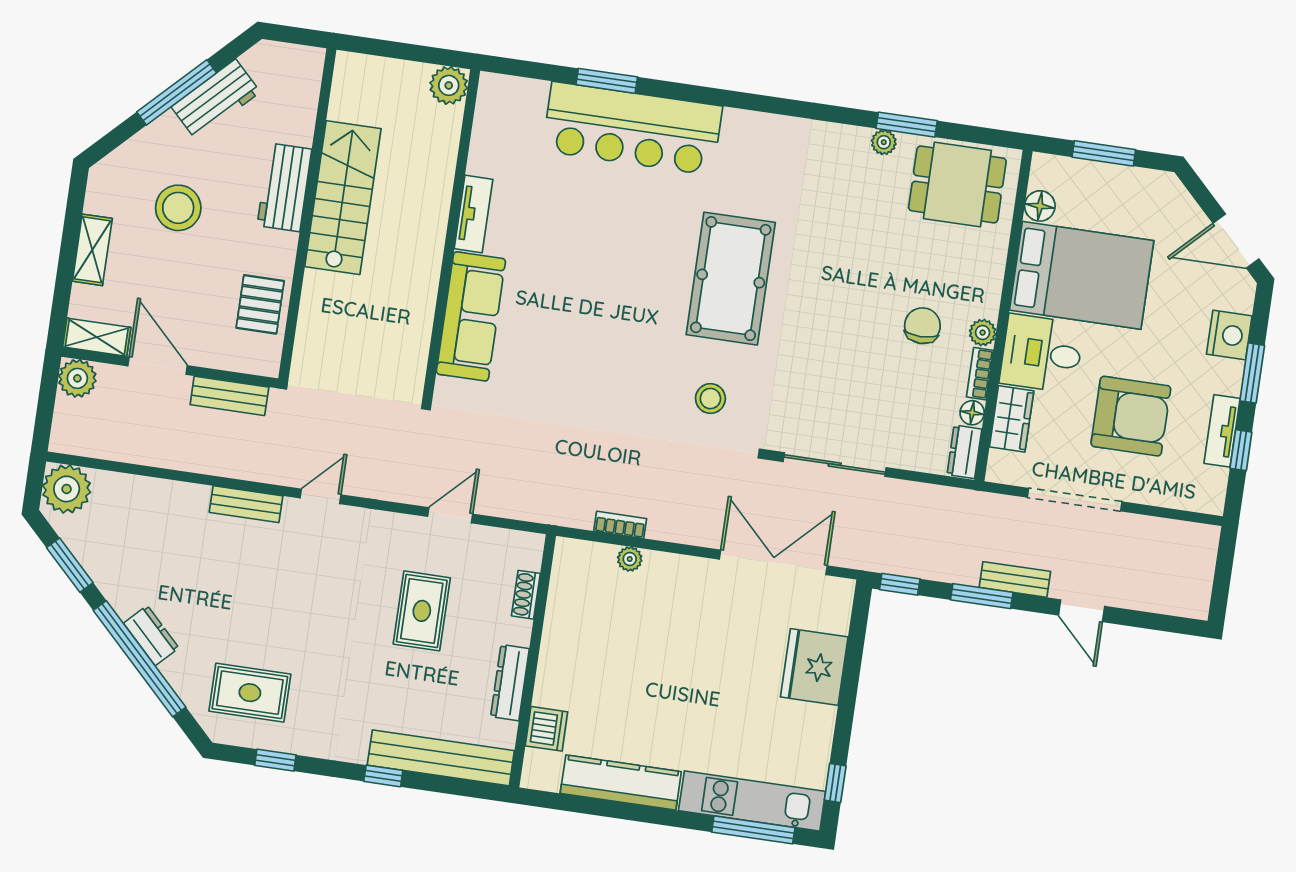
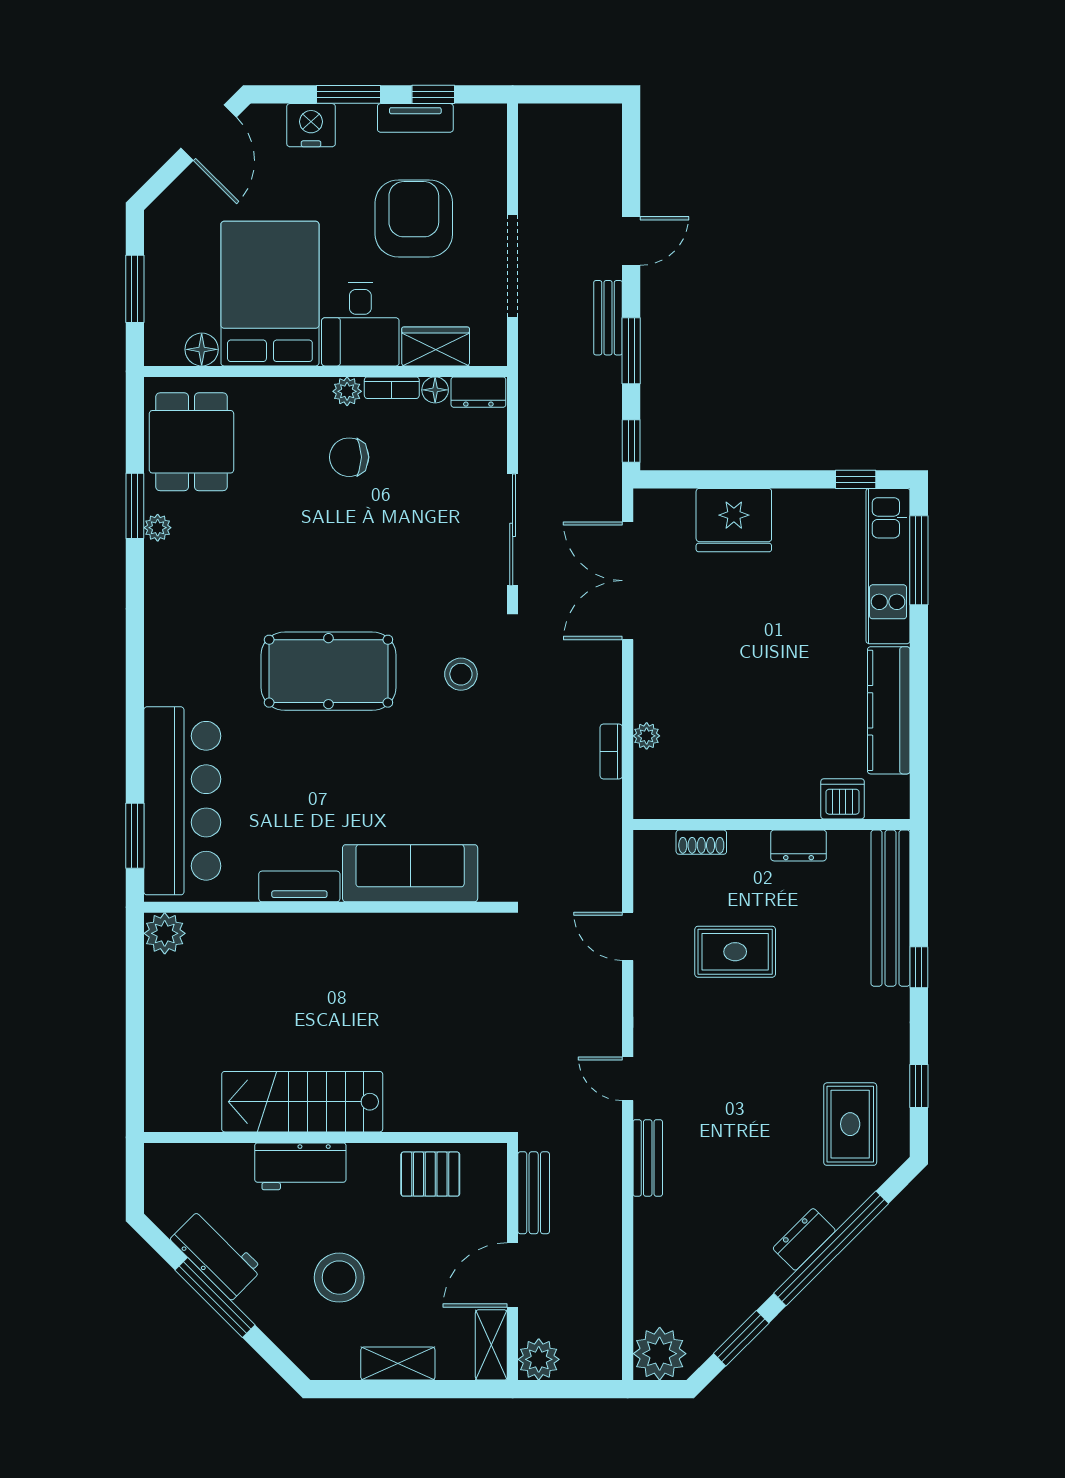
plant: (449, 85) -> (165, 933), moved
tv unit: (474, 214) -> (299, 886), moved
wall: (451, 235) -> (326, 907), moved
sofa: (471, 316) -> (410, 873), moved
dresser: (510, 683) -> (799, 845), width x0.70

